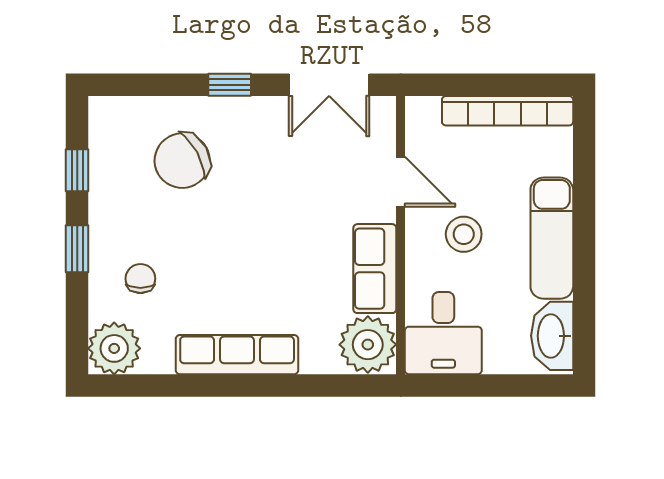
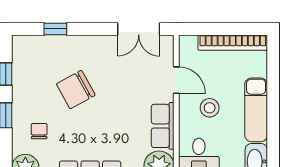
window: (230, 85) -> (55, 29), moved
chair: (182, 161) -> (76, 90), moved

